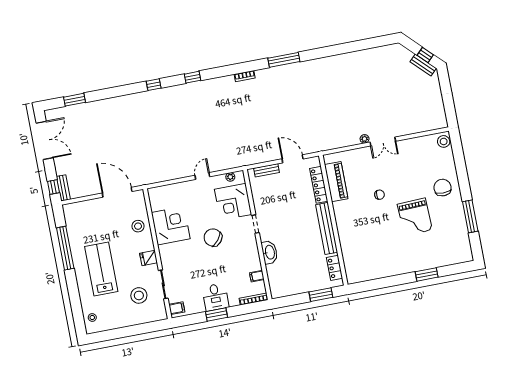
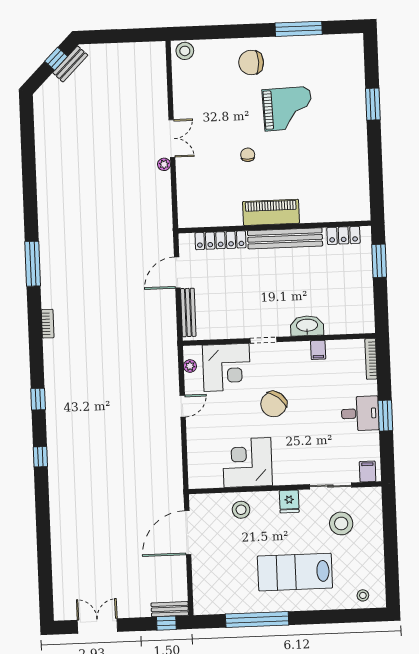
window: (75, 100) -> (45, 574), removed
double door: (45, 140) -> (97, 626), width x0.73
bench: (266, 170) -> (188, 312), width x1.36
door: (202, 176) -> (183, 406), swing flipped
piano: (336, 182) -> (271, 212), moved
filing cabinet: (257, 276) -> (318, 350), moved

